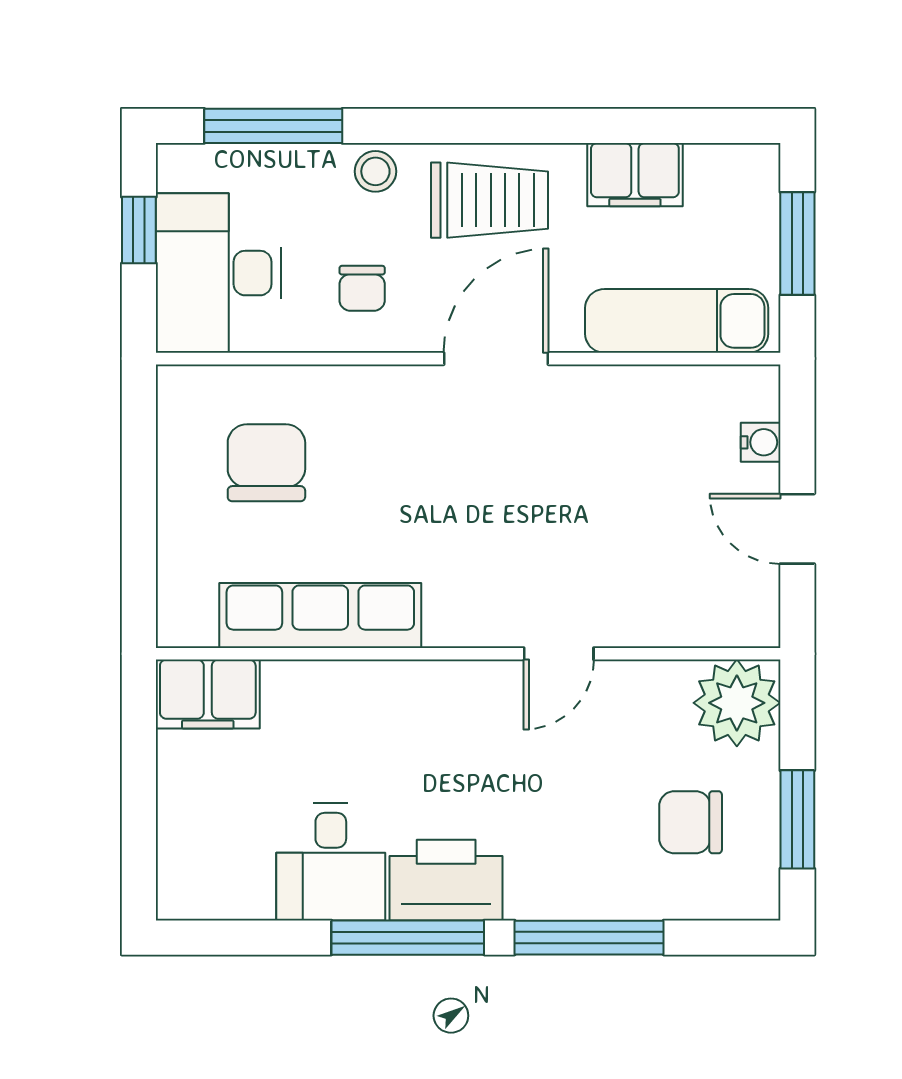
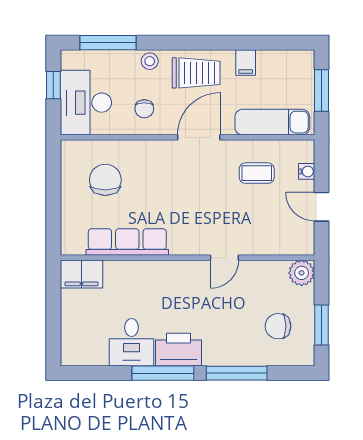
filing cabinet: (635, 175) -> (246, 62), width x0.50
coffee table: (638, 446) -> (257, 173), added
plant: (737, 703) -> (302, 273), width x0.73, depth x0.73

